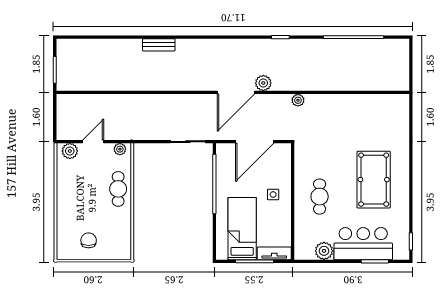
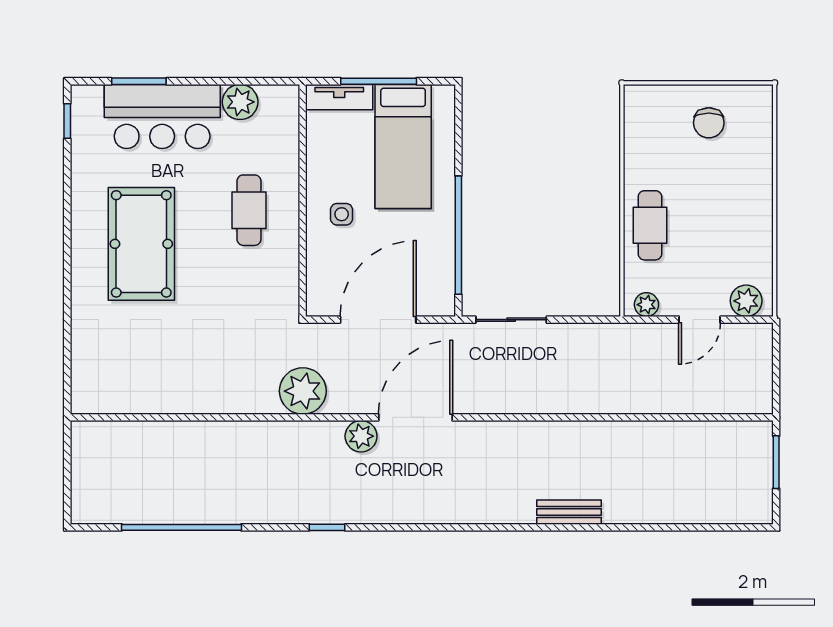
plant: (298, 100) -> (303, 391), width x1.87, depth x1.87

